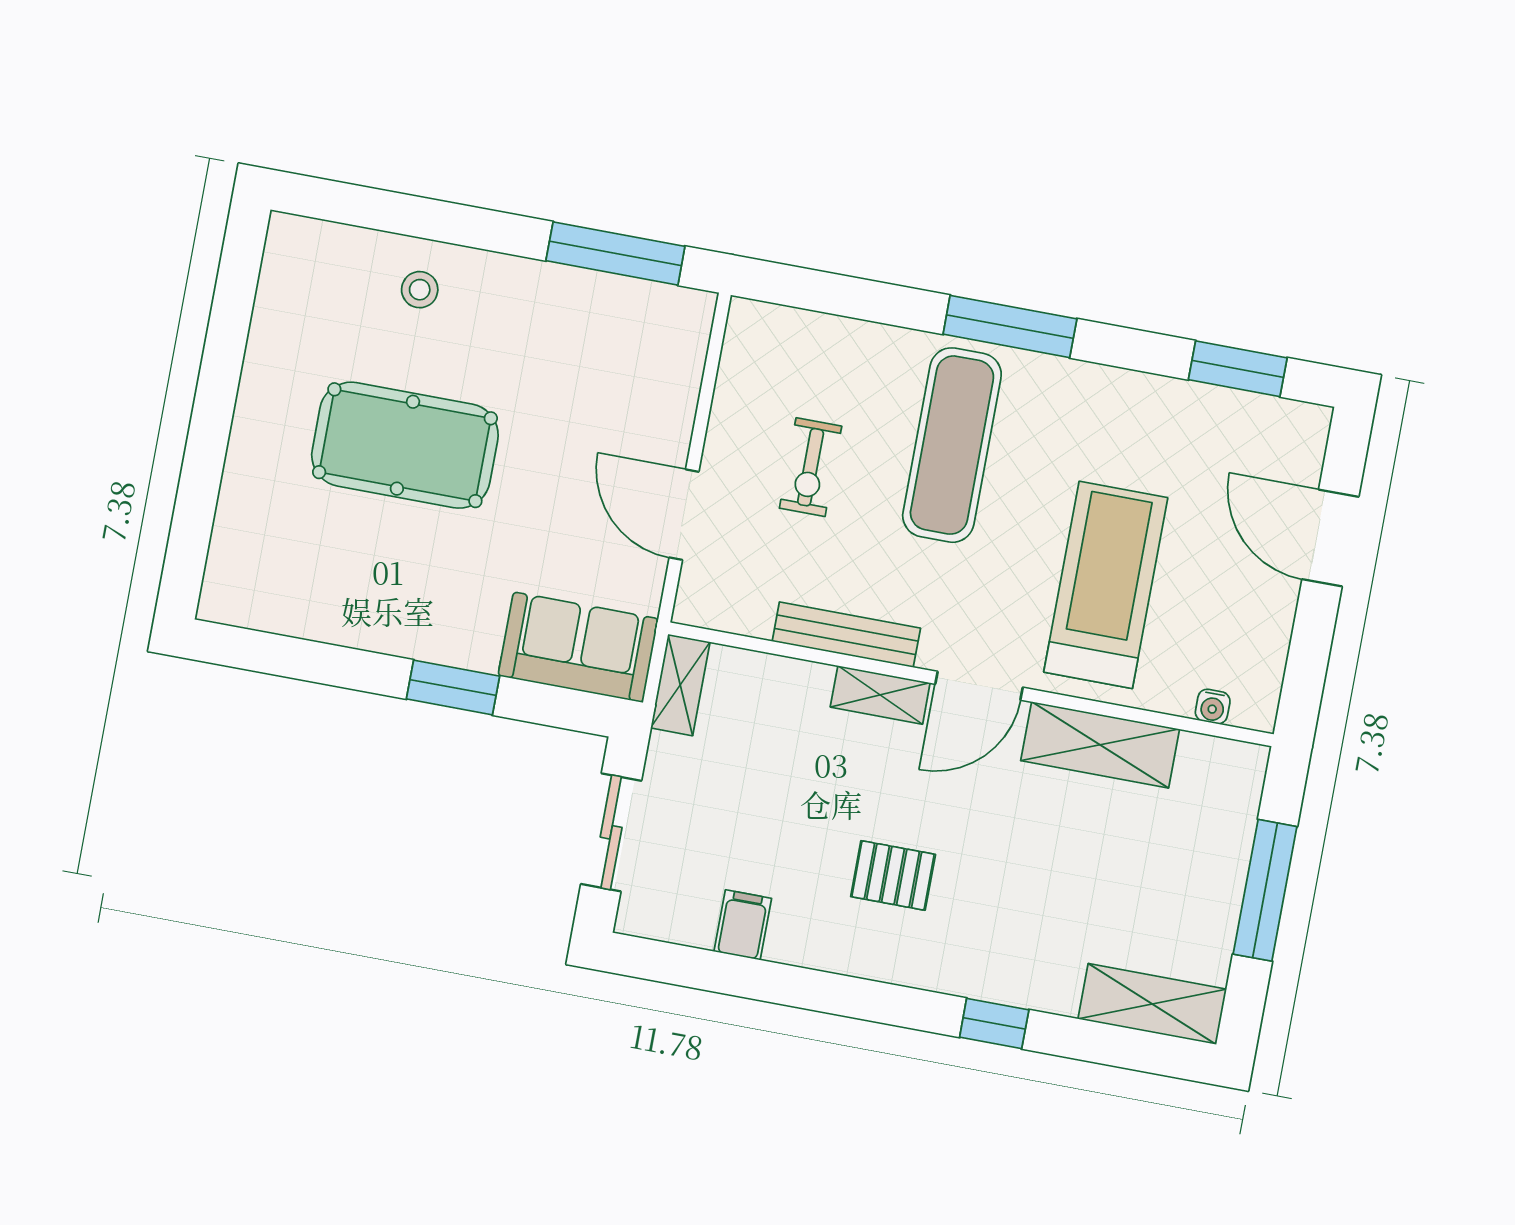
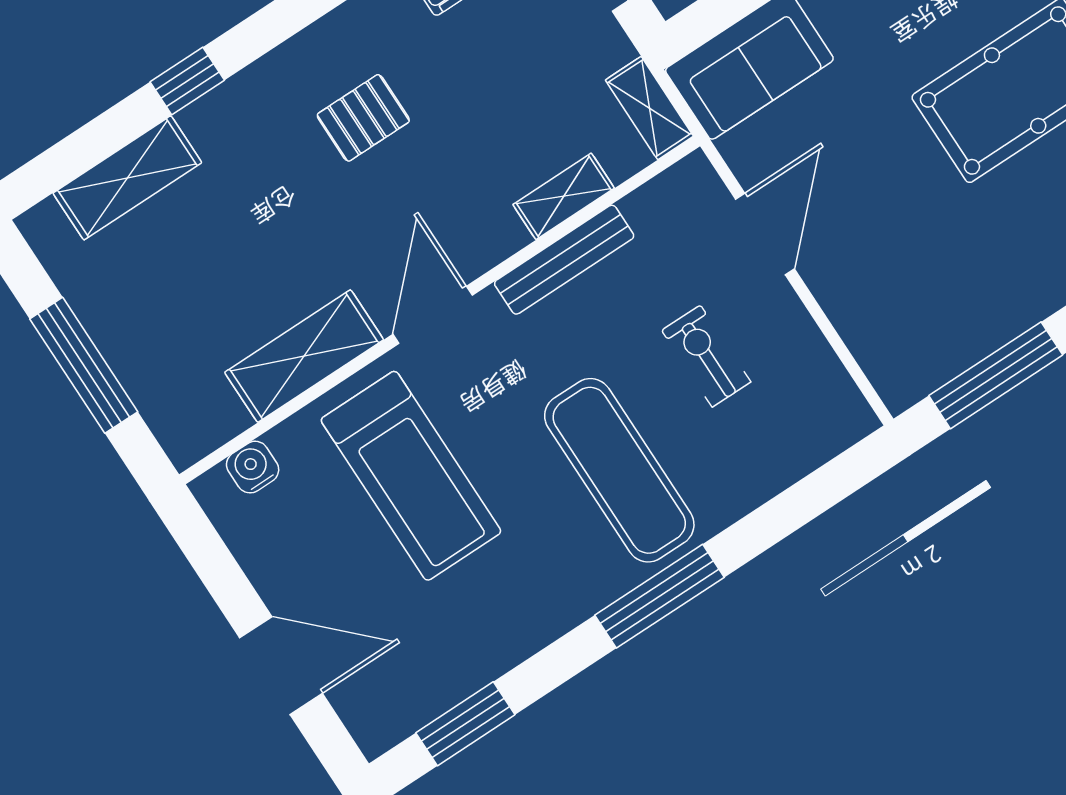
door: (684, 515) -> (765, 234), hinge flipped
shelving: (880, 695) -> (564, 196), moved
water cooler: (1213, 707) -> (253, 467), width x1.38, depth x1.38
shelving: (1152, 1004) -> (127, 178), moved

